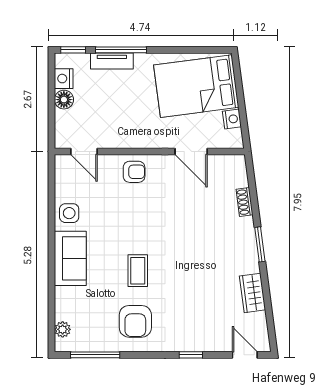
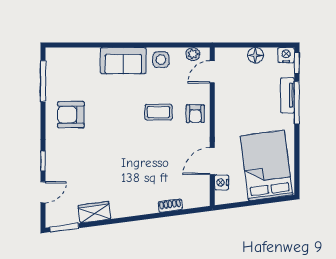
nightstand: (64, 79) -> (286, 55), moved
nightstand: (232, 119) -> (222, 182), moved, turned 98
window: (260, 244) -> (64, 228), moved
coffee table: (138, 271) -> (159, 112), moved
plant: (63, 329) -> (193, 54), moved
door: (245, 355) -> (43, 192), moved

